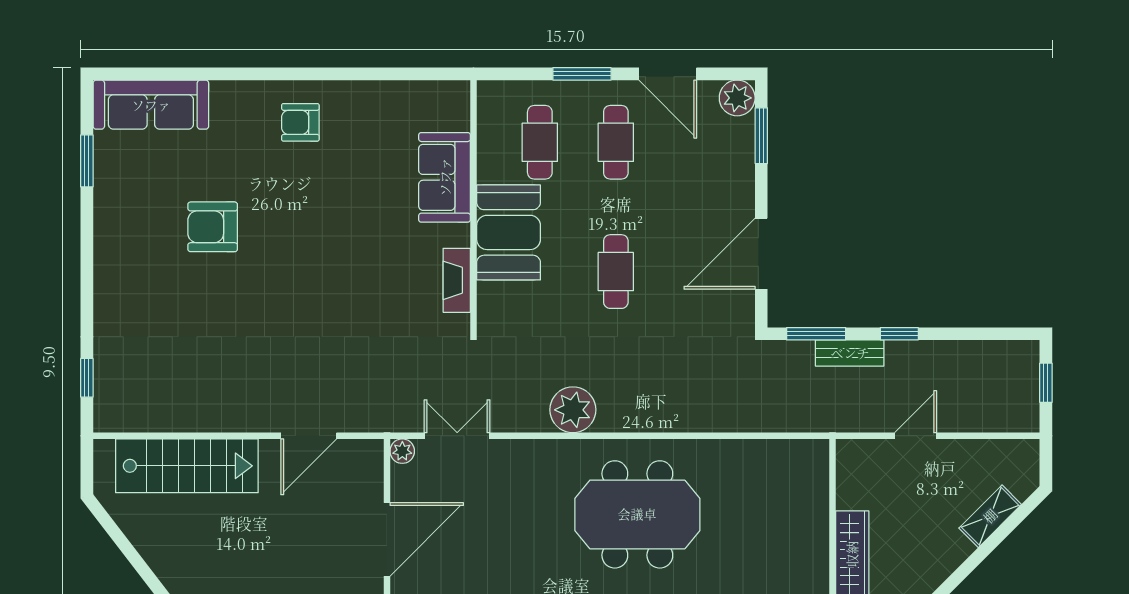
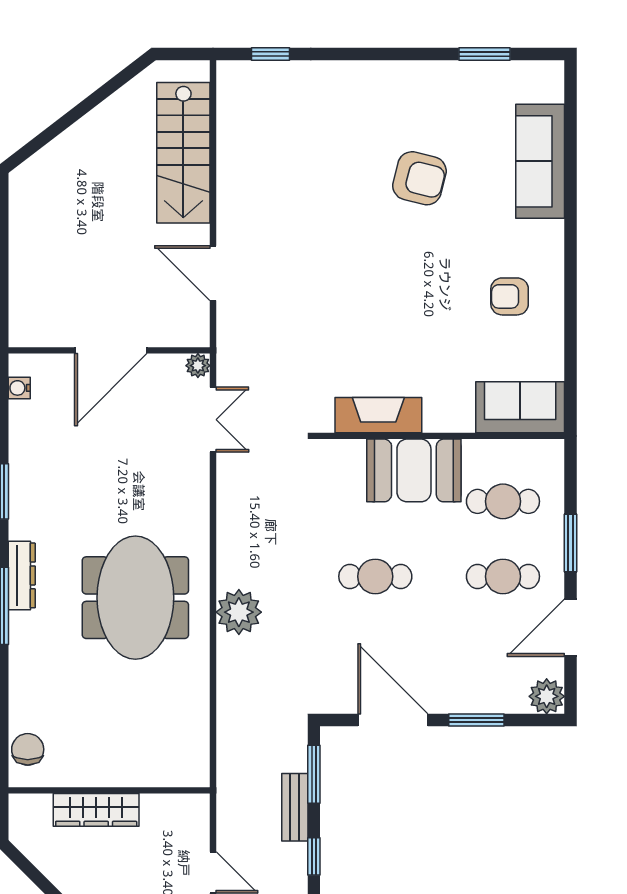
sofa: (151, 105) -> (540, 161), moved
armchair: (300, 122) -> (510, 296), moved, turned -90
window: (761, 136) -> (476, 720), moved
sofa: (445, 177) -> (520, 407), moved
armchair: (213, 227) -> (419, 178), turned 104
fireplace: (457, 280) -> (378, 415), width x1.37, depth x1.32
plant: (573, 410) -> (239, 612), moved
door: (387, 539) -> (111, 350), hinge flipped

